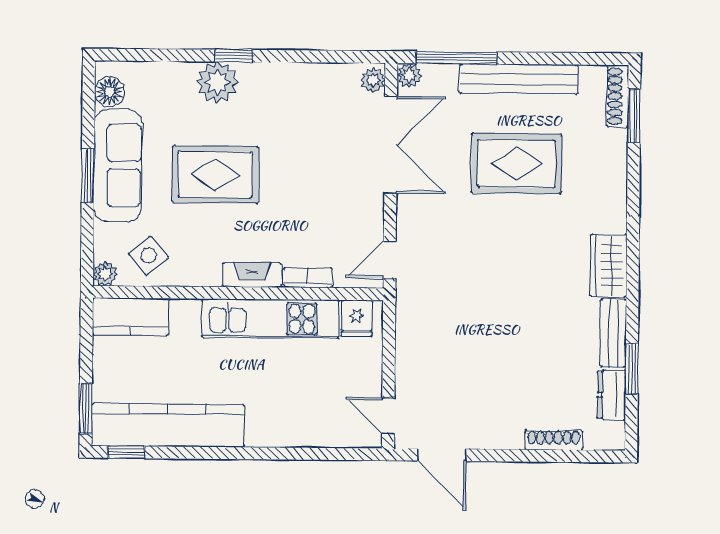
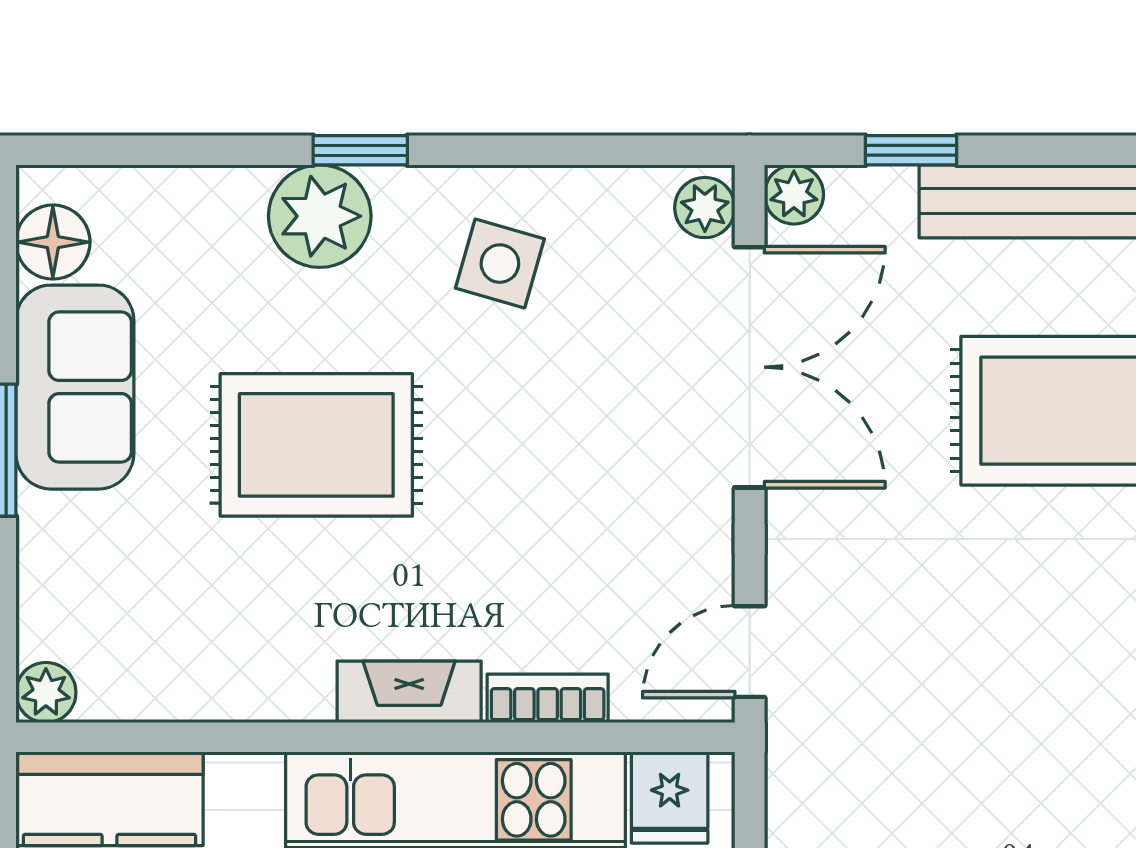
window: (457, 58) -> (911, 150), width x0.46
sofa: (118, 165) -> (75, 387), width x0.73
side table: (148, 256) -> (500, 264), moved, turned -34

